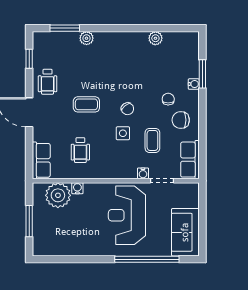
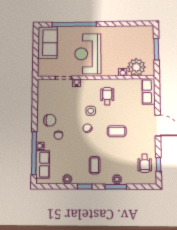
window: (65, 28) -> (116, 187), moved
window: (131, 28) -> (85, 187), added
window: (202, 74) -> (34, 153), width x2.11
wheelchair: (48, 82) -> (145, 163), moved, turned 180
coffee table: (152, 140) -> (95, 165), moved
wheelchair: (80, 150) -> (107, 96), moved
row of seats: (190, 160) -> (43, 164), moved
reception desk: (127, 215) -> (88, 54), turned 180

